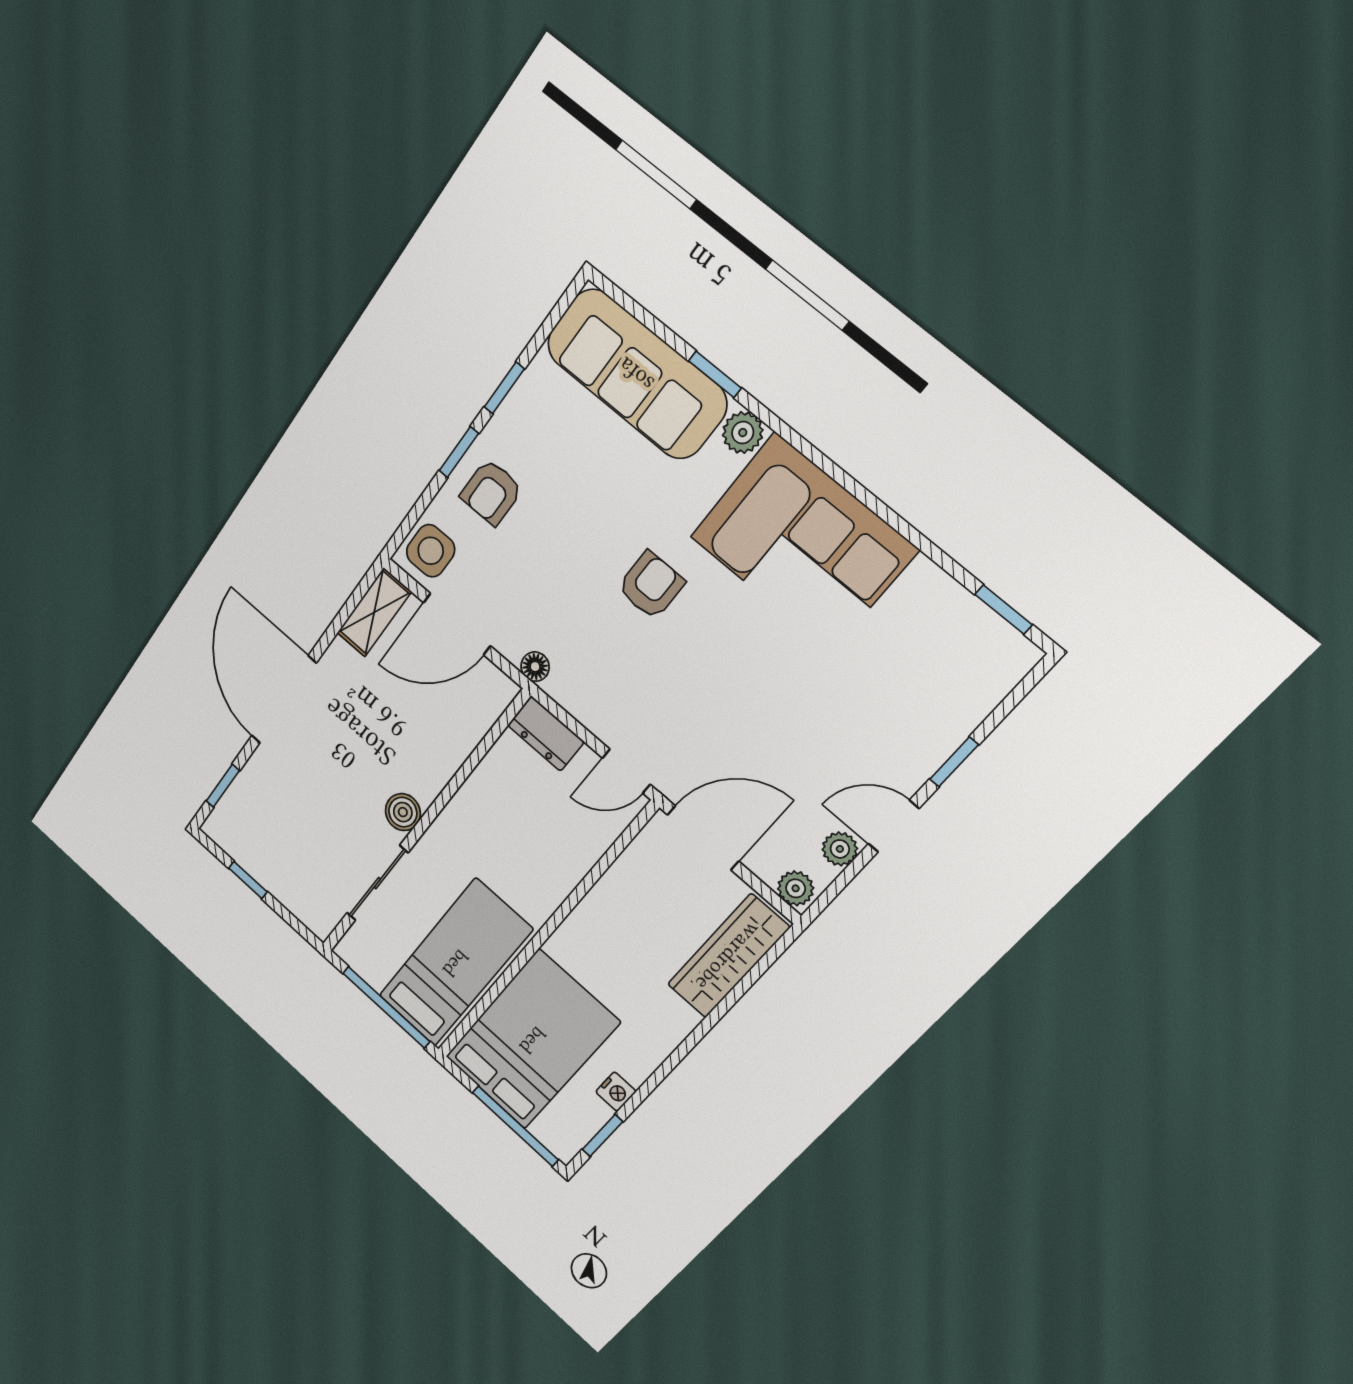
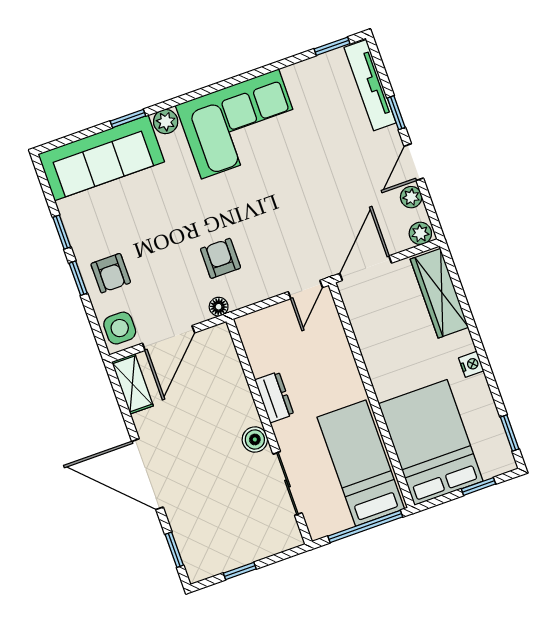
armchair: (651, 585) -> (220, 258), moved
tv unit: (975, 701) -> (370, 85), added
dresser: (546, 734) -> (274, 397), moved, turned -90
nightstand: (616, 1092) -> (471, 364), moved
window: (515, 1126) -> (479, 486), width x0.46

